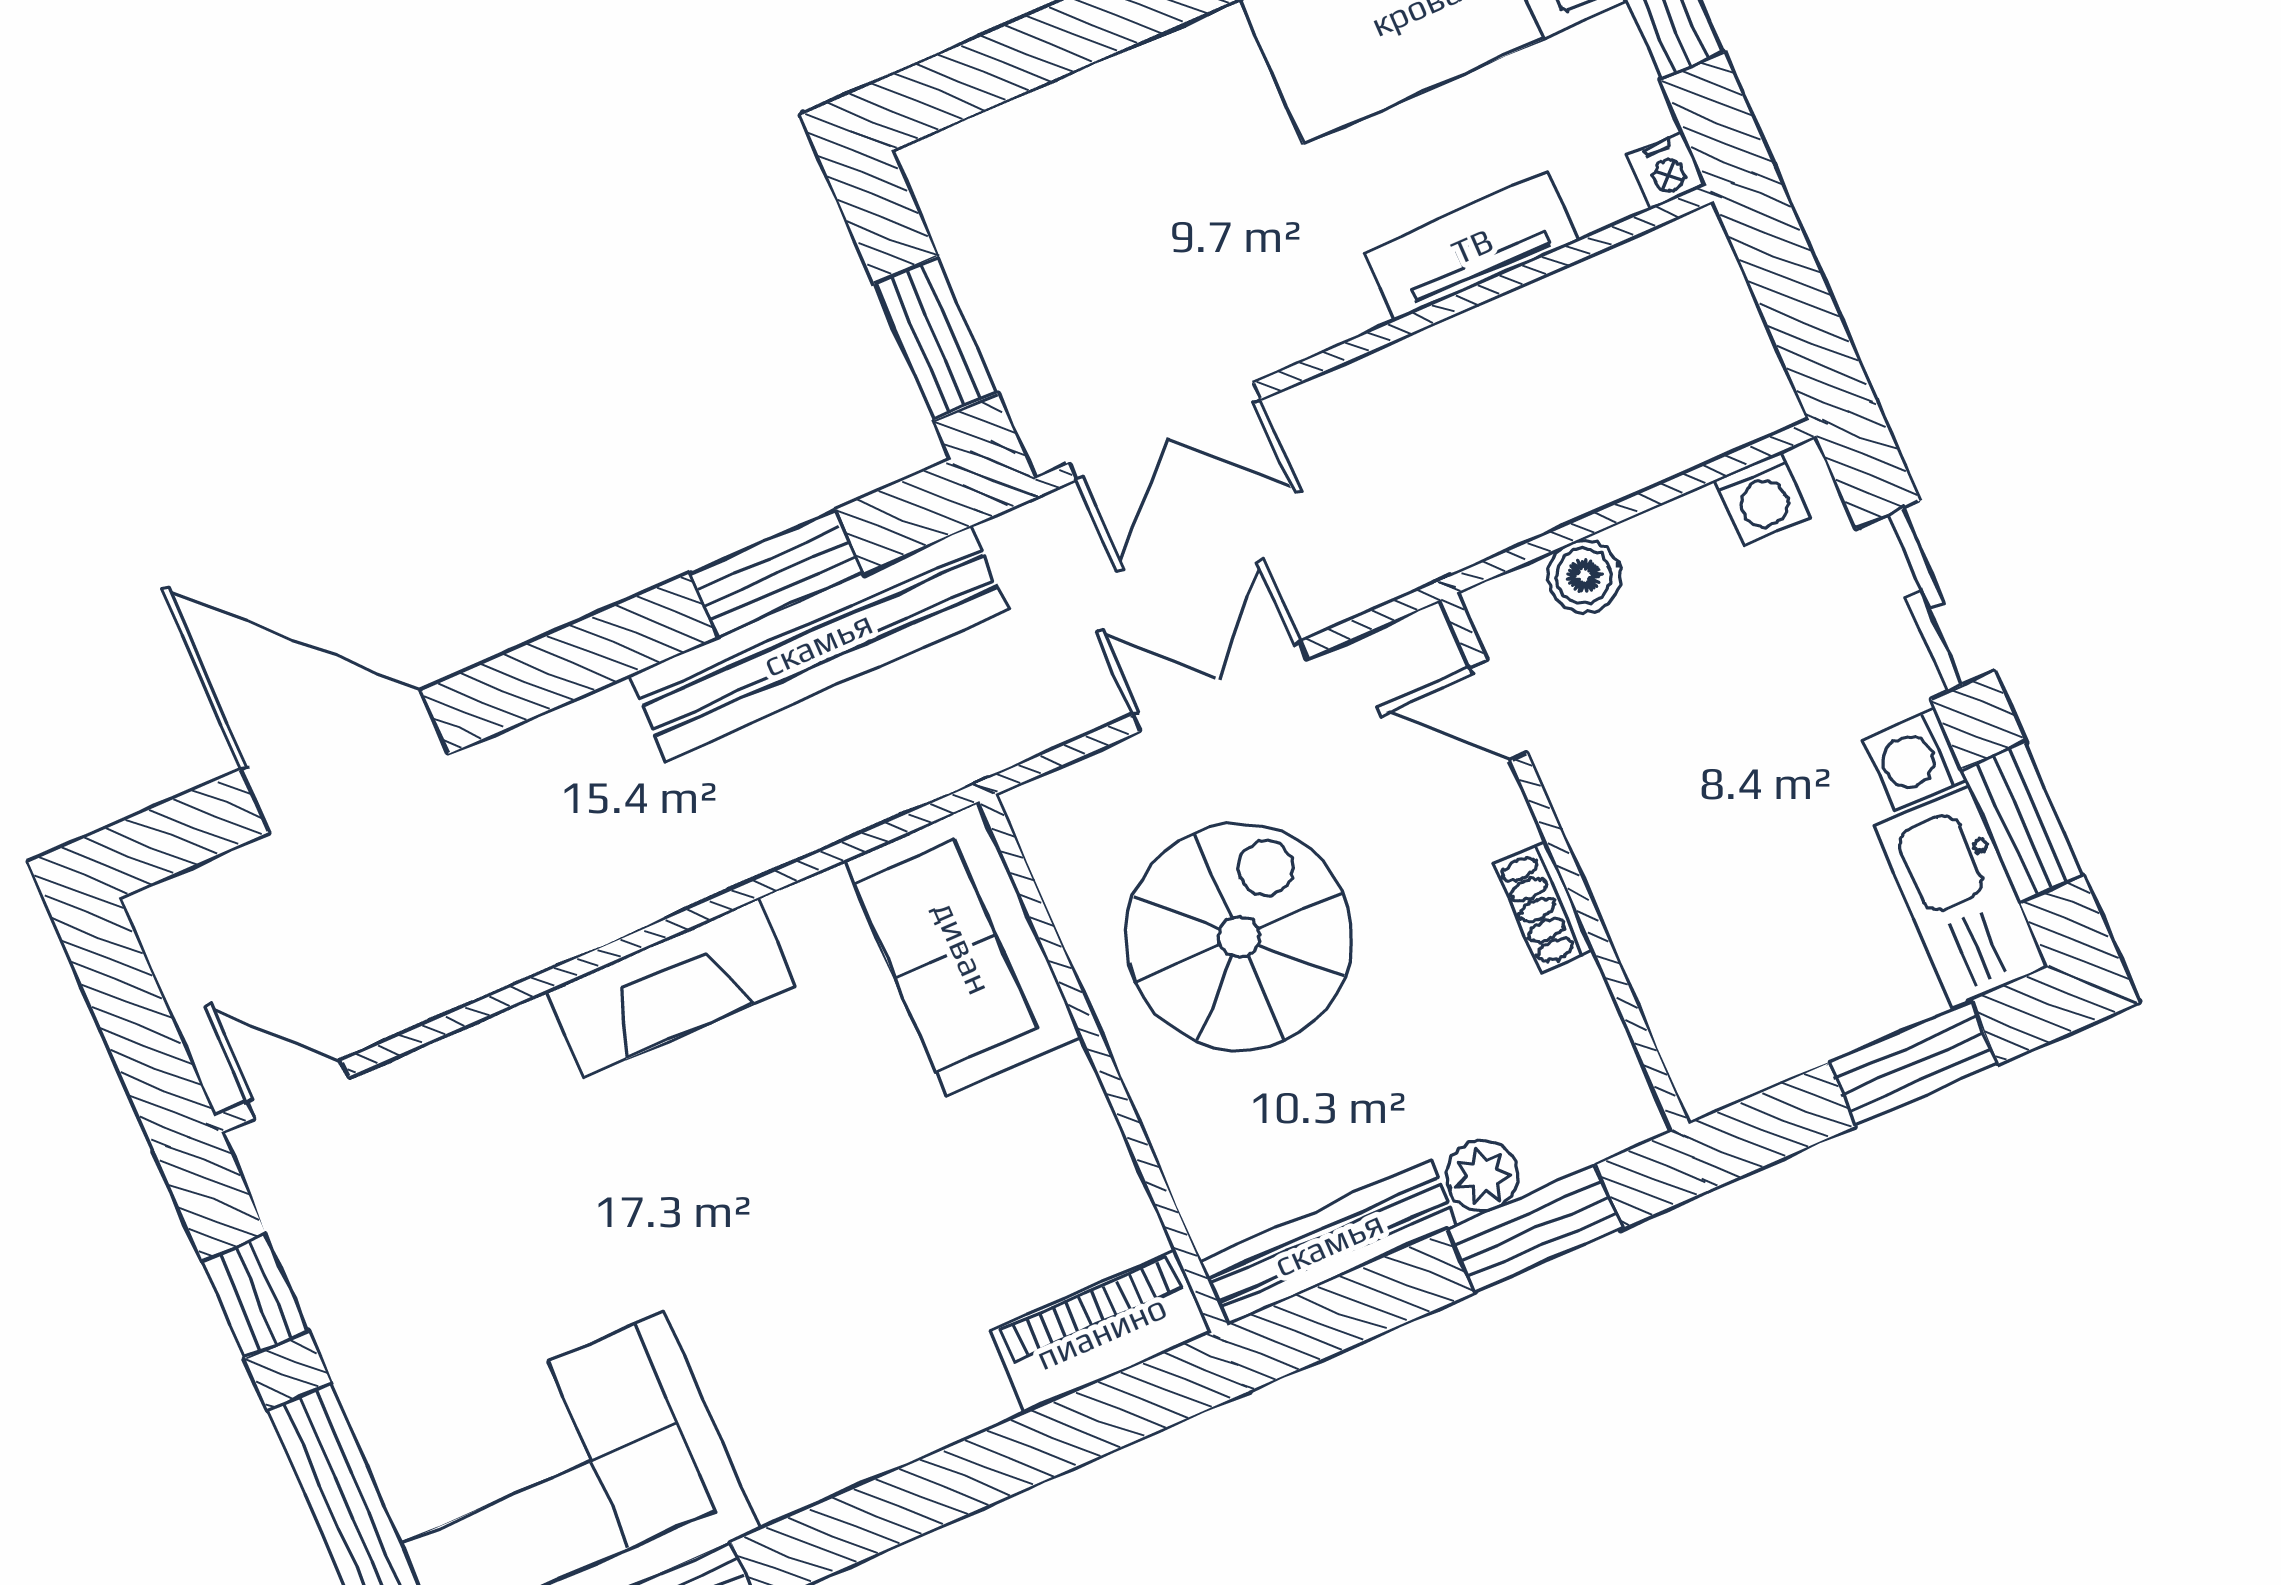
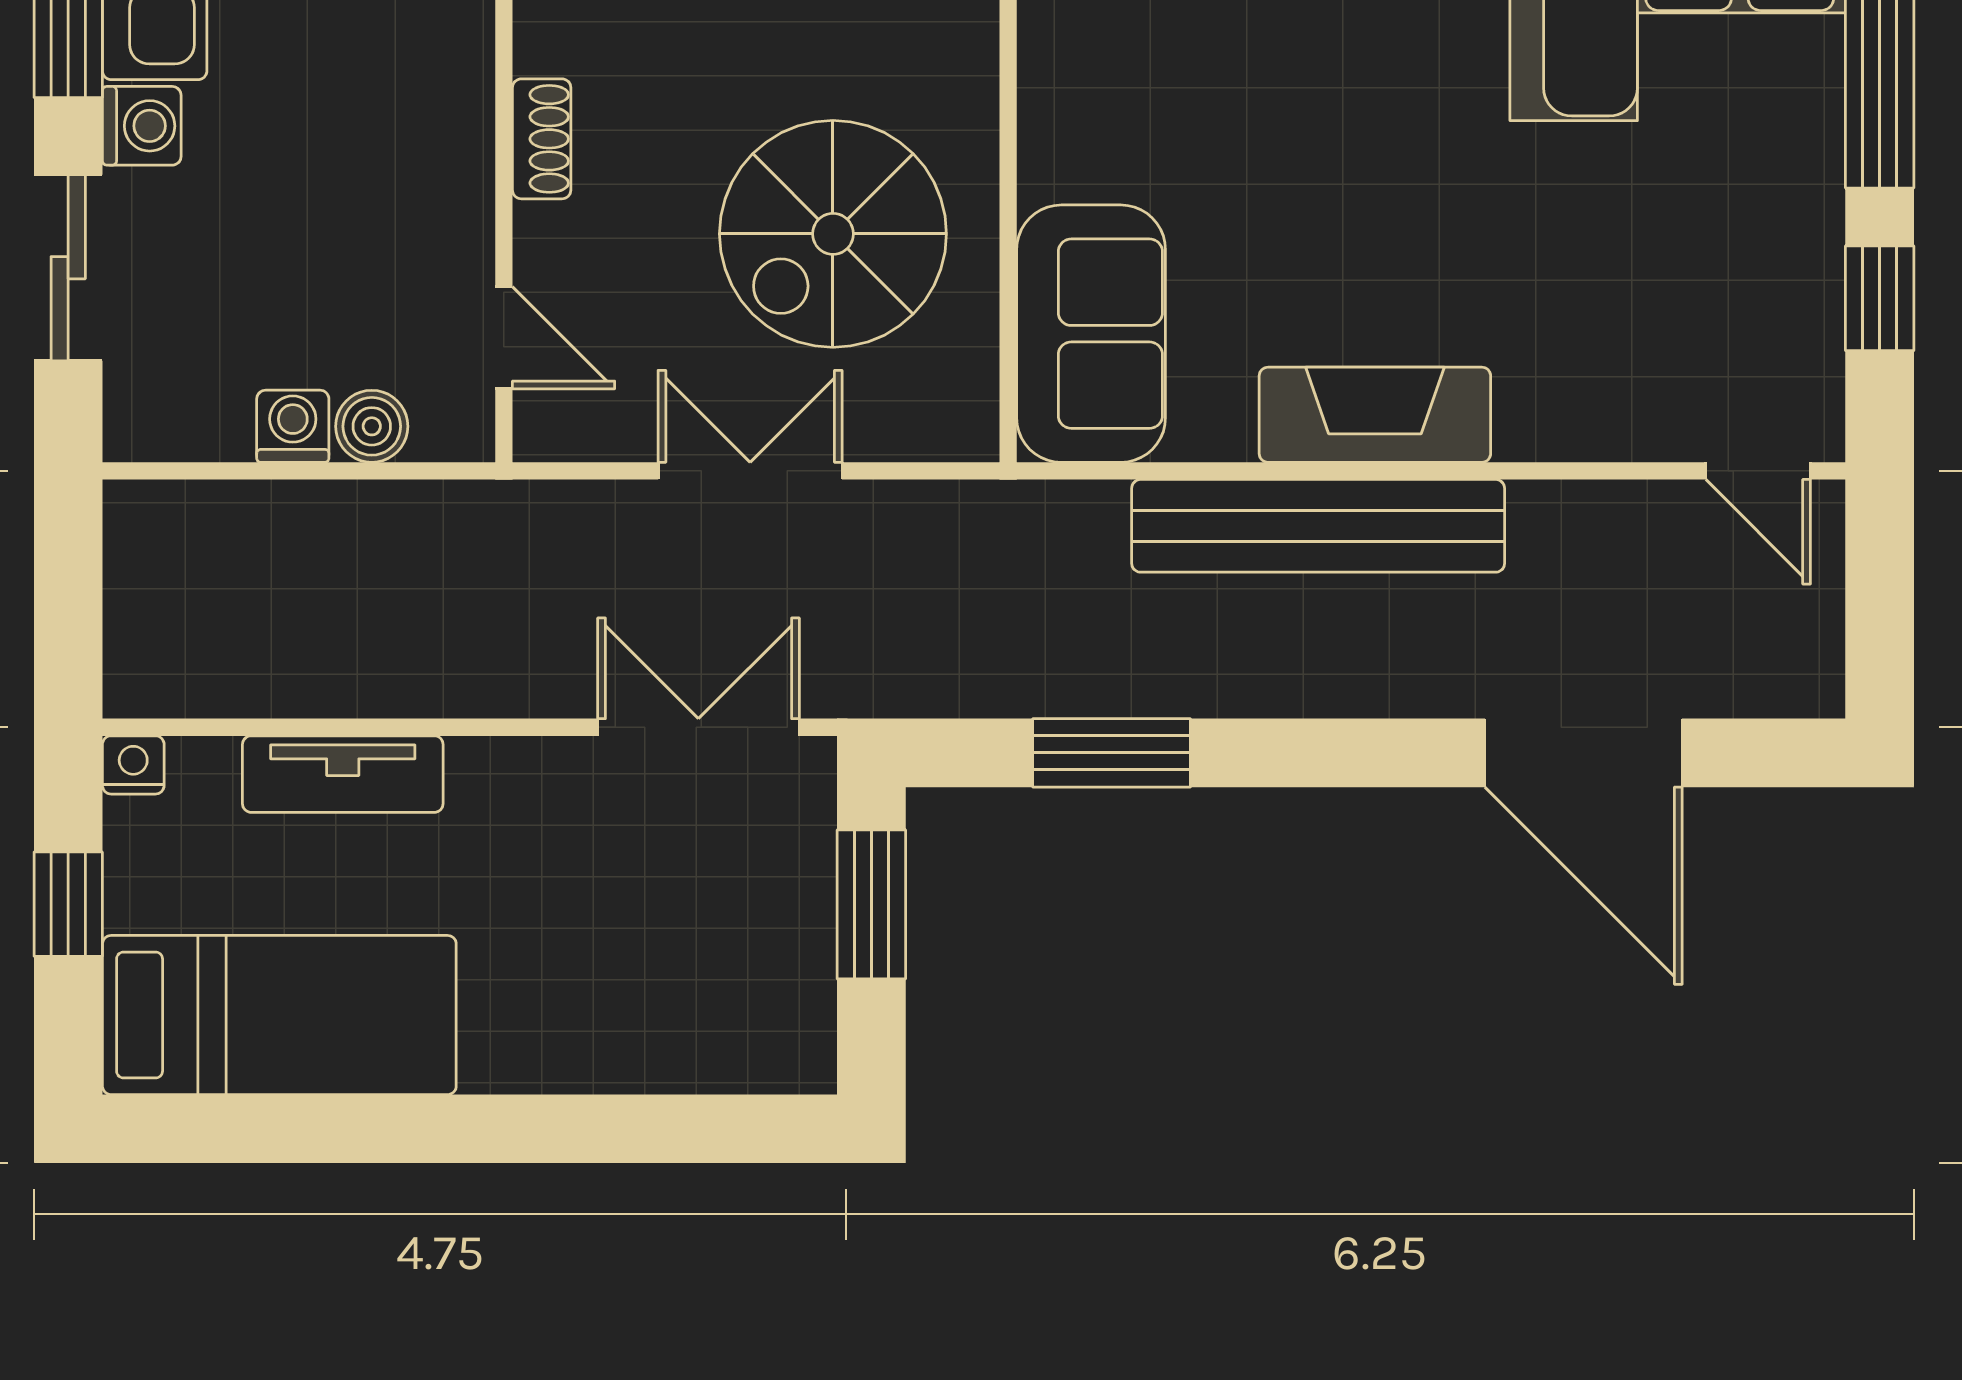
washing machine: (1762, 498) -> (293, 426), moved
bench: (818, 643) -> (1318, 526), moved
double door: (1220, 687) -> (750, 471), swing flipped

